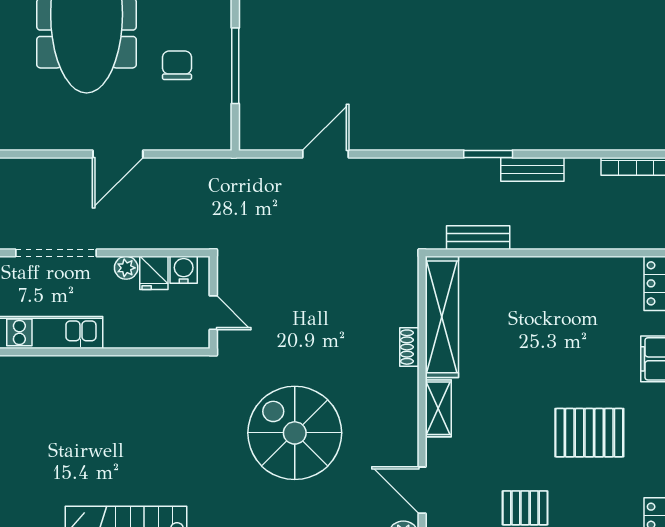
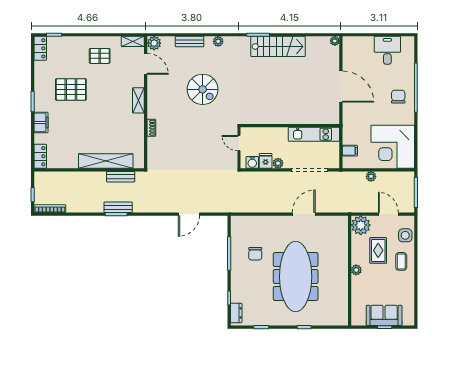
door: (118, 154) -> (304, 214), moved
bench: (532, 169) -> (118, 207), moved
shelving: (442, 317) -> (106, 161), moved, turned 90
spiral stairs: (295, 433) -> (203, 89), width x0.73, depth x0.73

